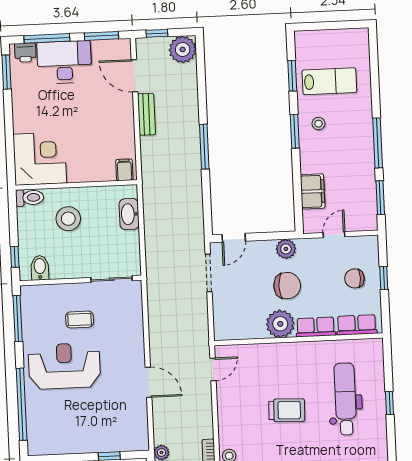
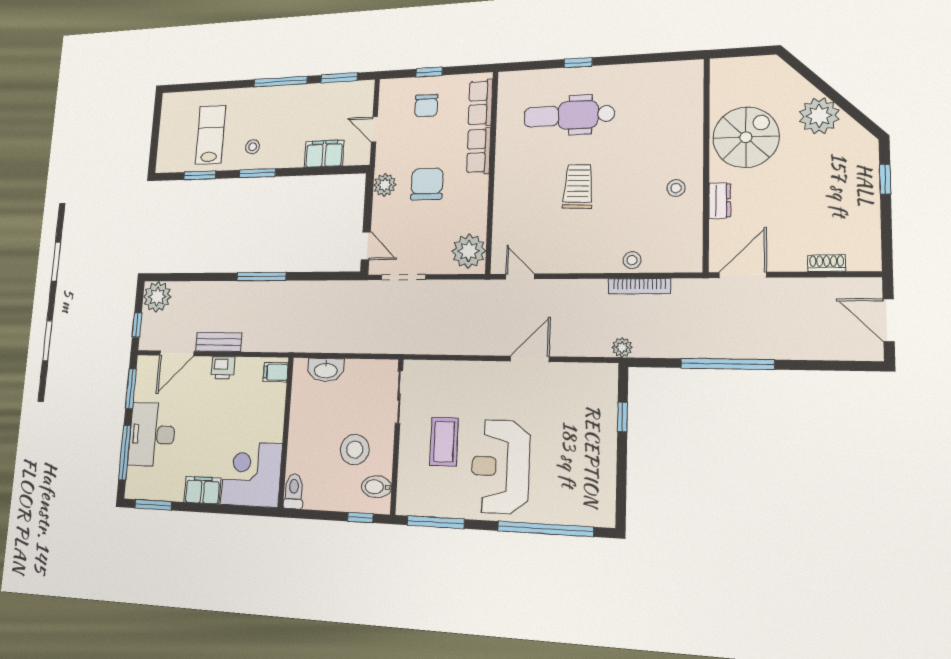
printer: (25, 52) -> (223, 368), moved, turned 90
filing cabinet: (23, 116) -> (203, 490), added
stool: (68, 219) -> (355, 449), moved
coffee table: (80, 320) -> (444, 442), width x1.36, depth x1.30
plant: (280, 324) -> (469, 251), moved

